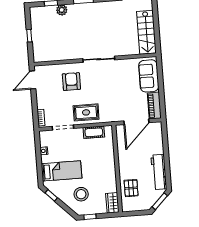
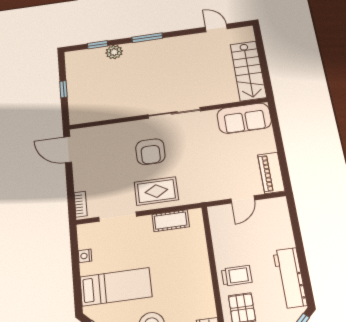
sofa: (149, 76) -> (244, 118), moved, turned -90
door: (33, 80) -> (68, 150), hinge flipped
armchair: (71, 82) -> (150, 152), moved, turned 180
door: (136, 122) -> (243, 199), width x0.53
trolley: (130, 169) -> (237, 276), added

